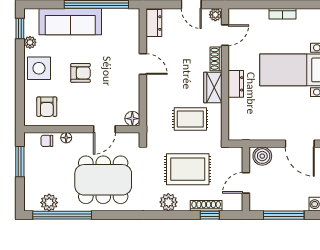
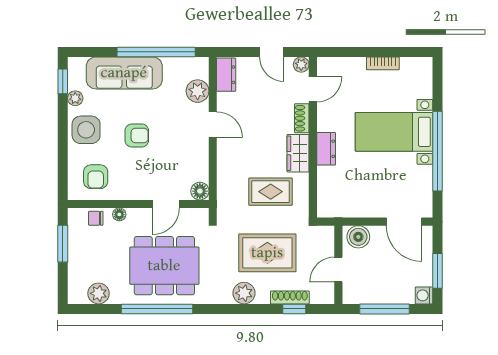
plant: (130, 36) -> (198, 91), added
window: (62, 215) -> (157, 309), moved

